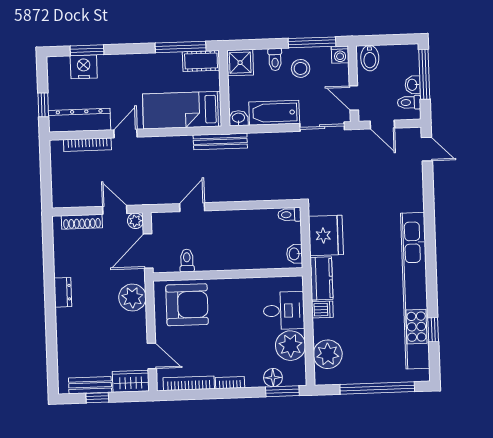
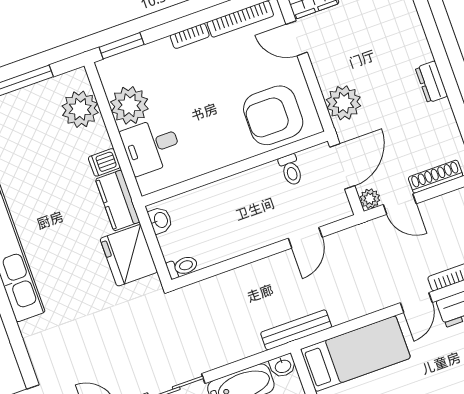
floor lamp: (273, 378) -> (139, 59), removed

